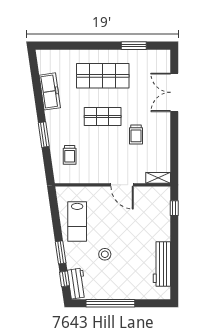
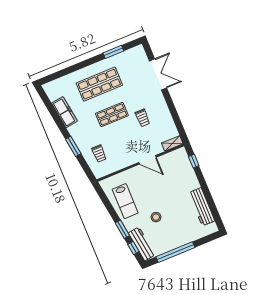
double door: (174, 92) -> (158, 74), swing flipped
workbench: (77, 284) -> (142, 244), width x1.38

